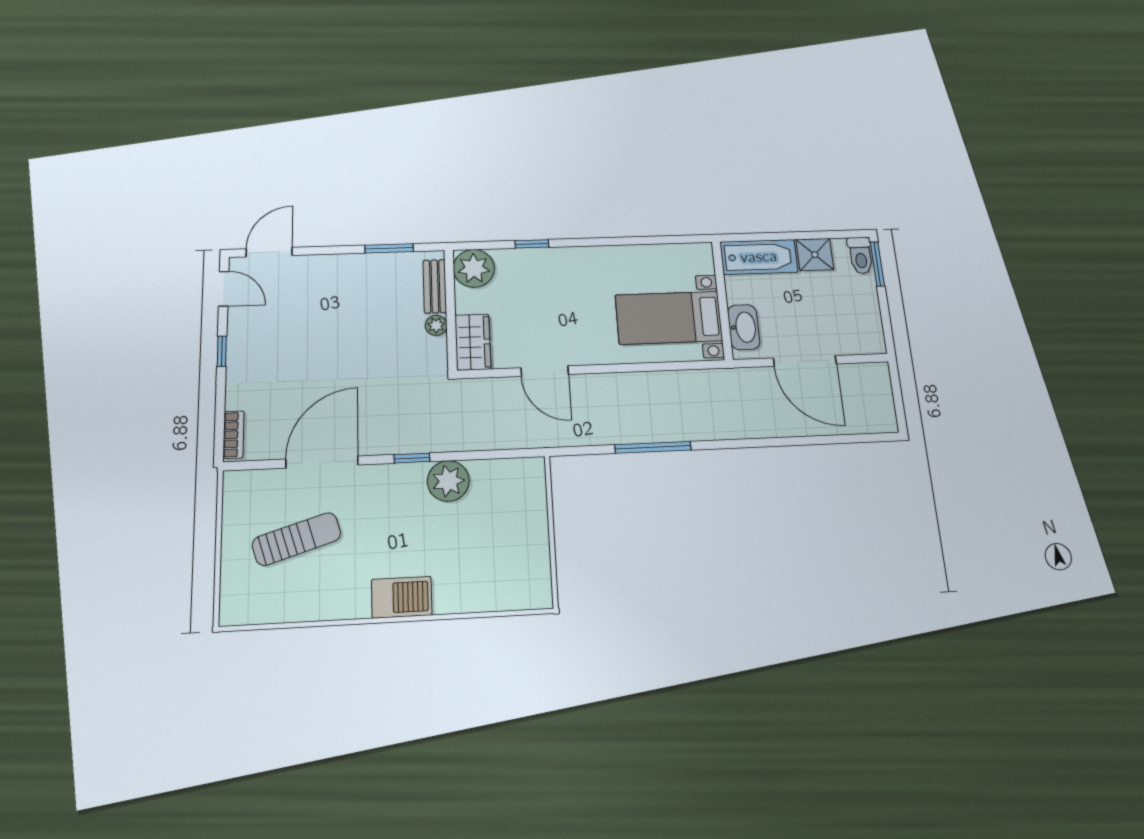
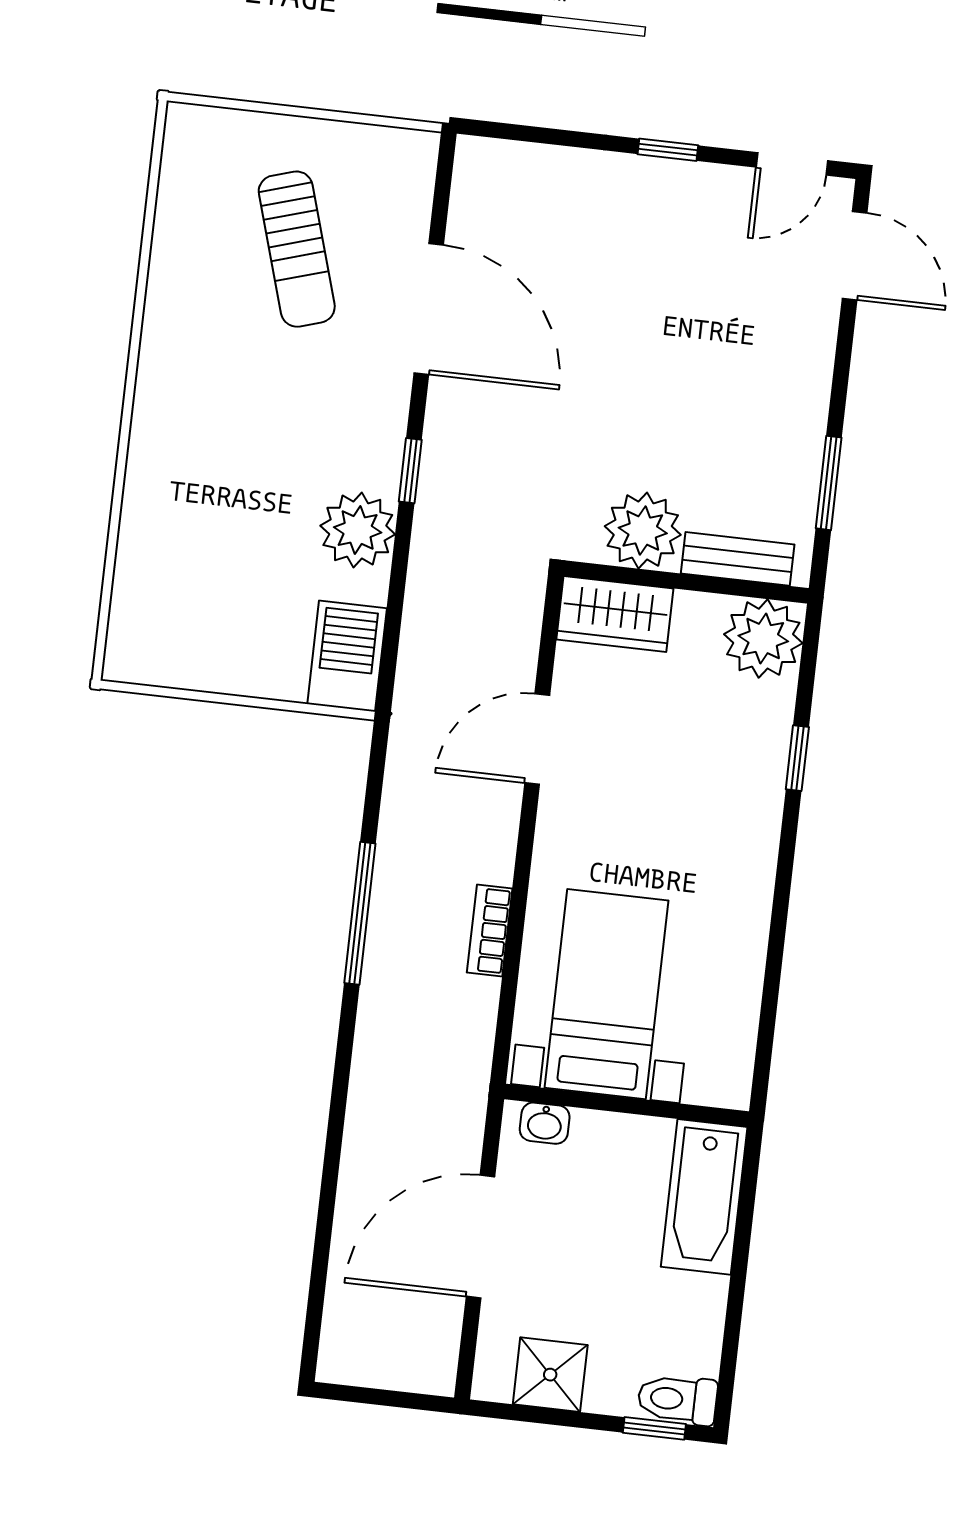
shower: (815, 255) -> (550, 1375), moved
window: (877, 264) -> (654, 1428), width x0.67
plant: (436, 325) -> (643, 530), width x1.87, depth x1.87
washbasin: (744, 327) -> (545, 1123), width x0.52, depth x0.69
bookcase: (234, 435) -> (490, 930), moved, turned 90
barbecue: (402, 597) -> (347, 656), moved, turned 180

